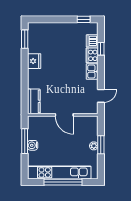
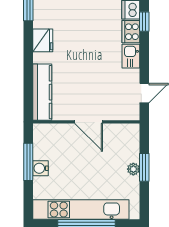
kitchen counter: (34, 101) -> (42, 92), width x1.50

